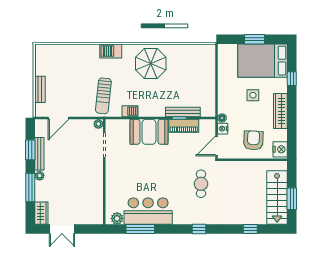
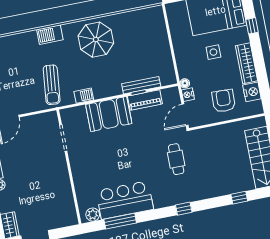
plant: (98, 124) -> (52, 116), removed
nightstand: (280, 149) -> (252, 92), moved

